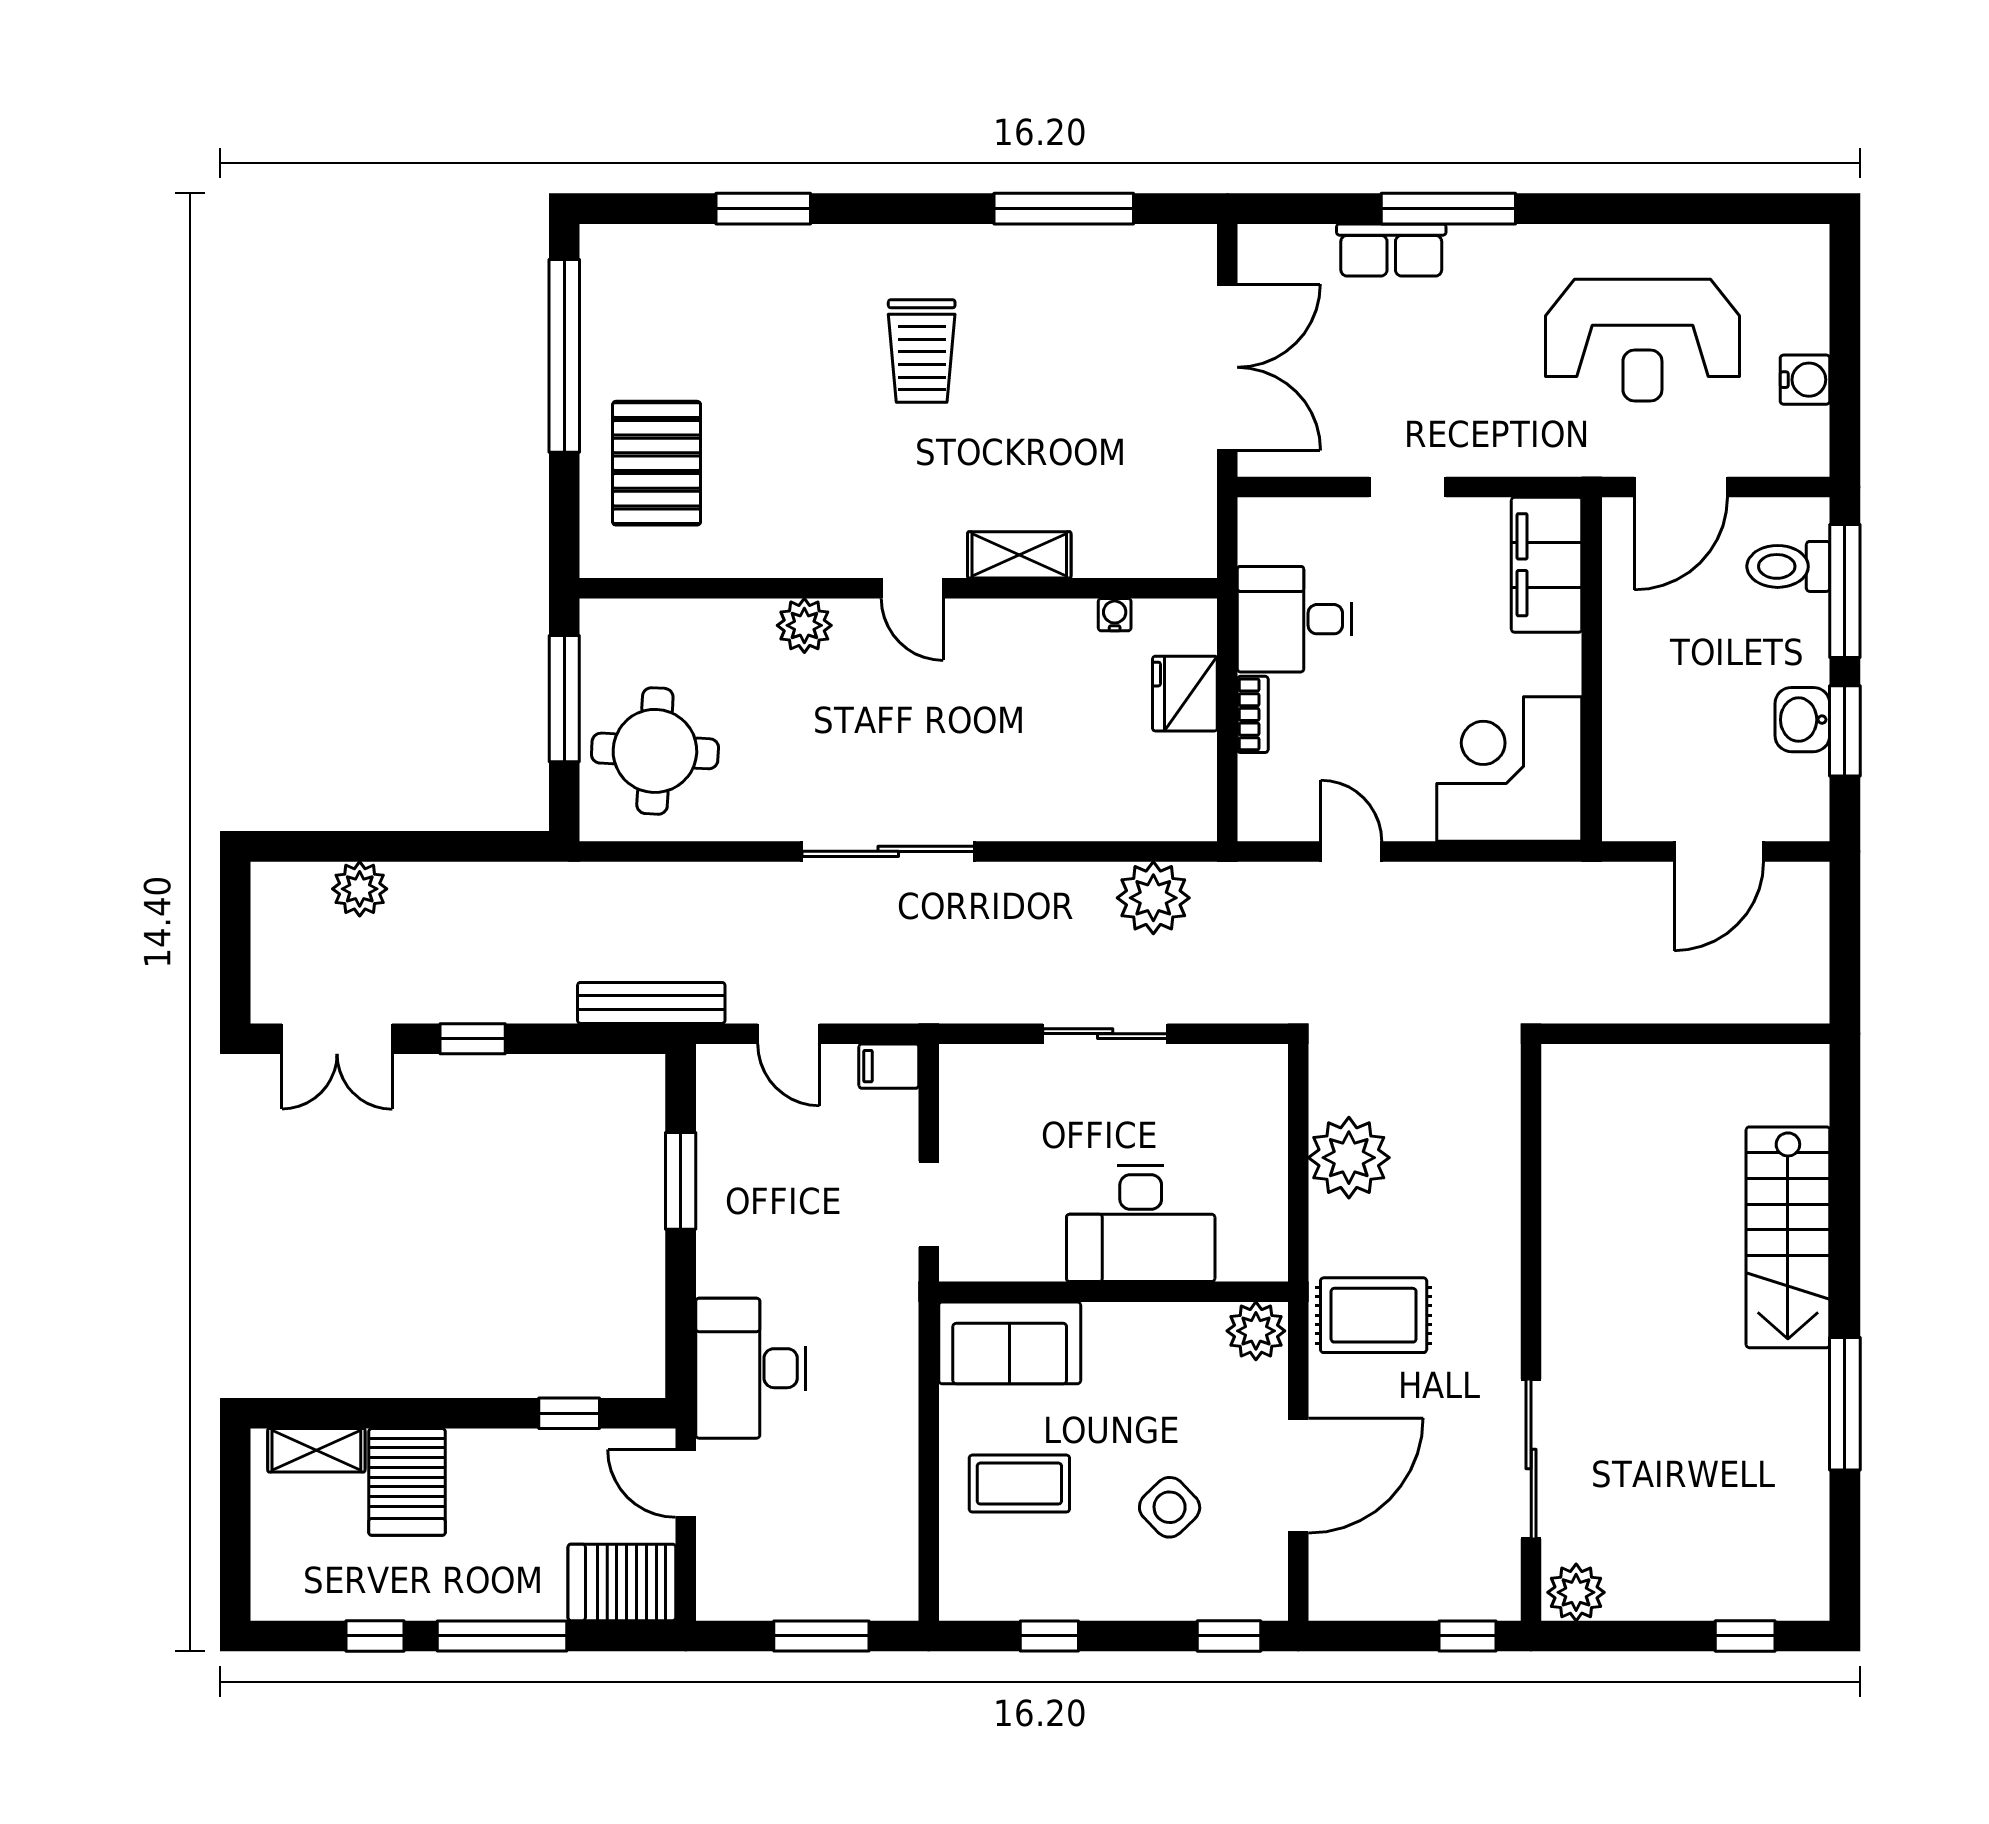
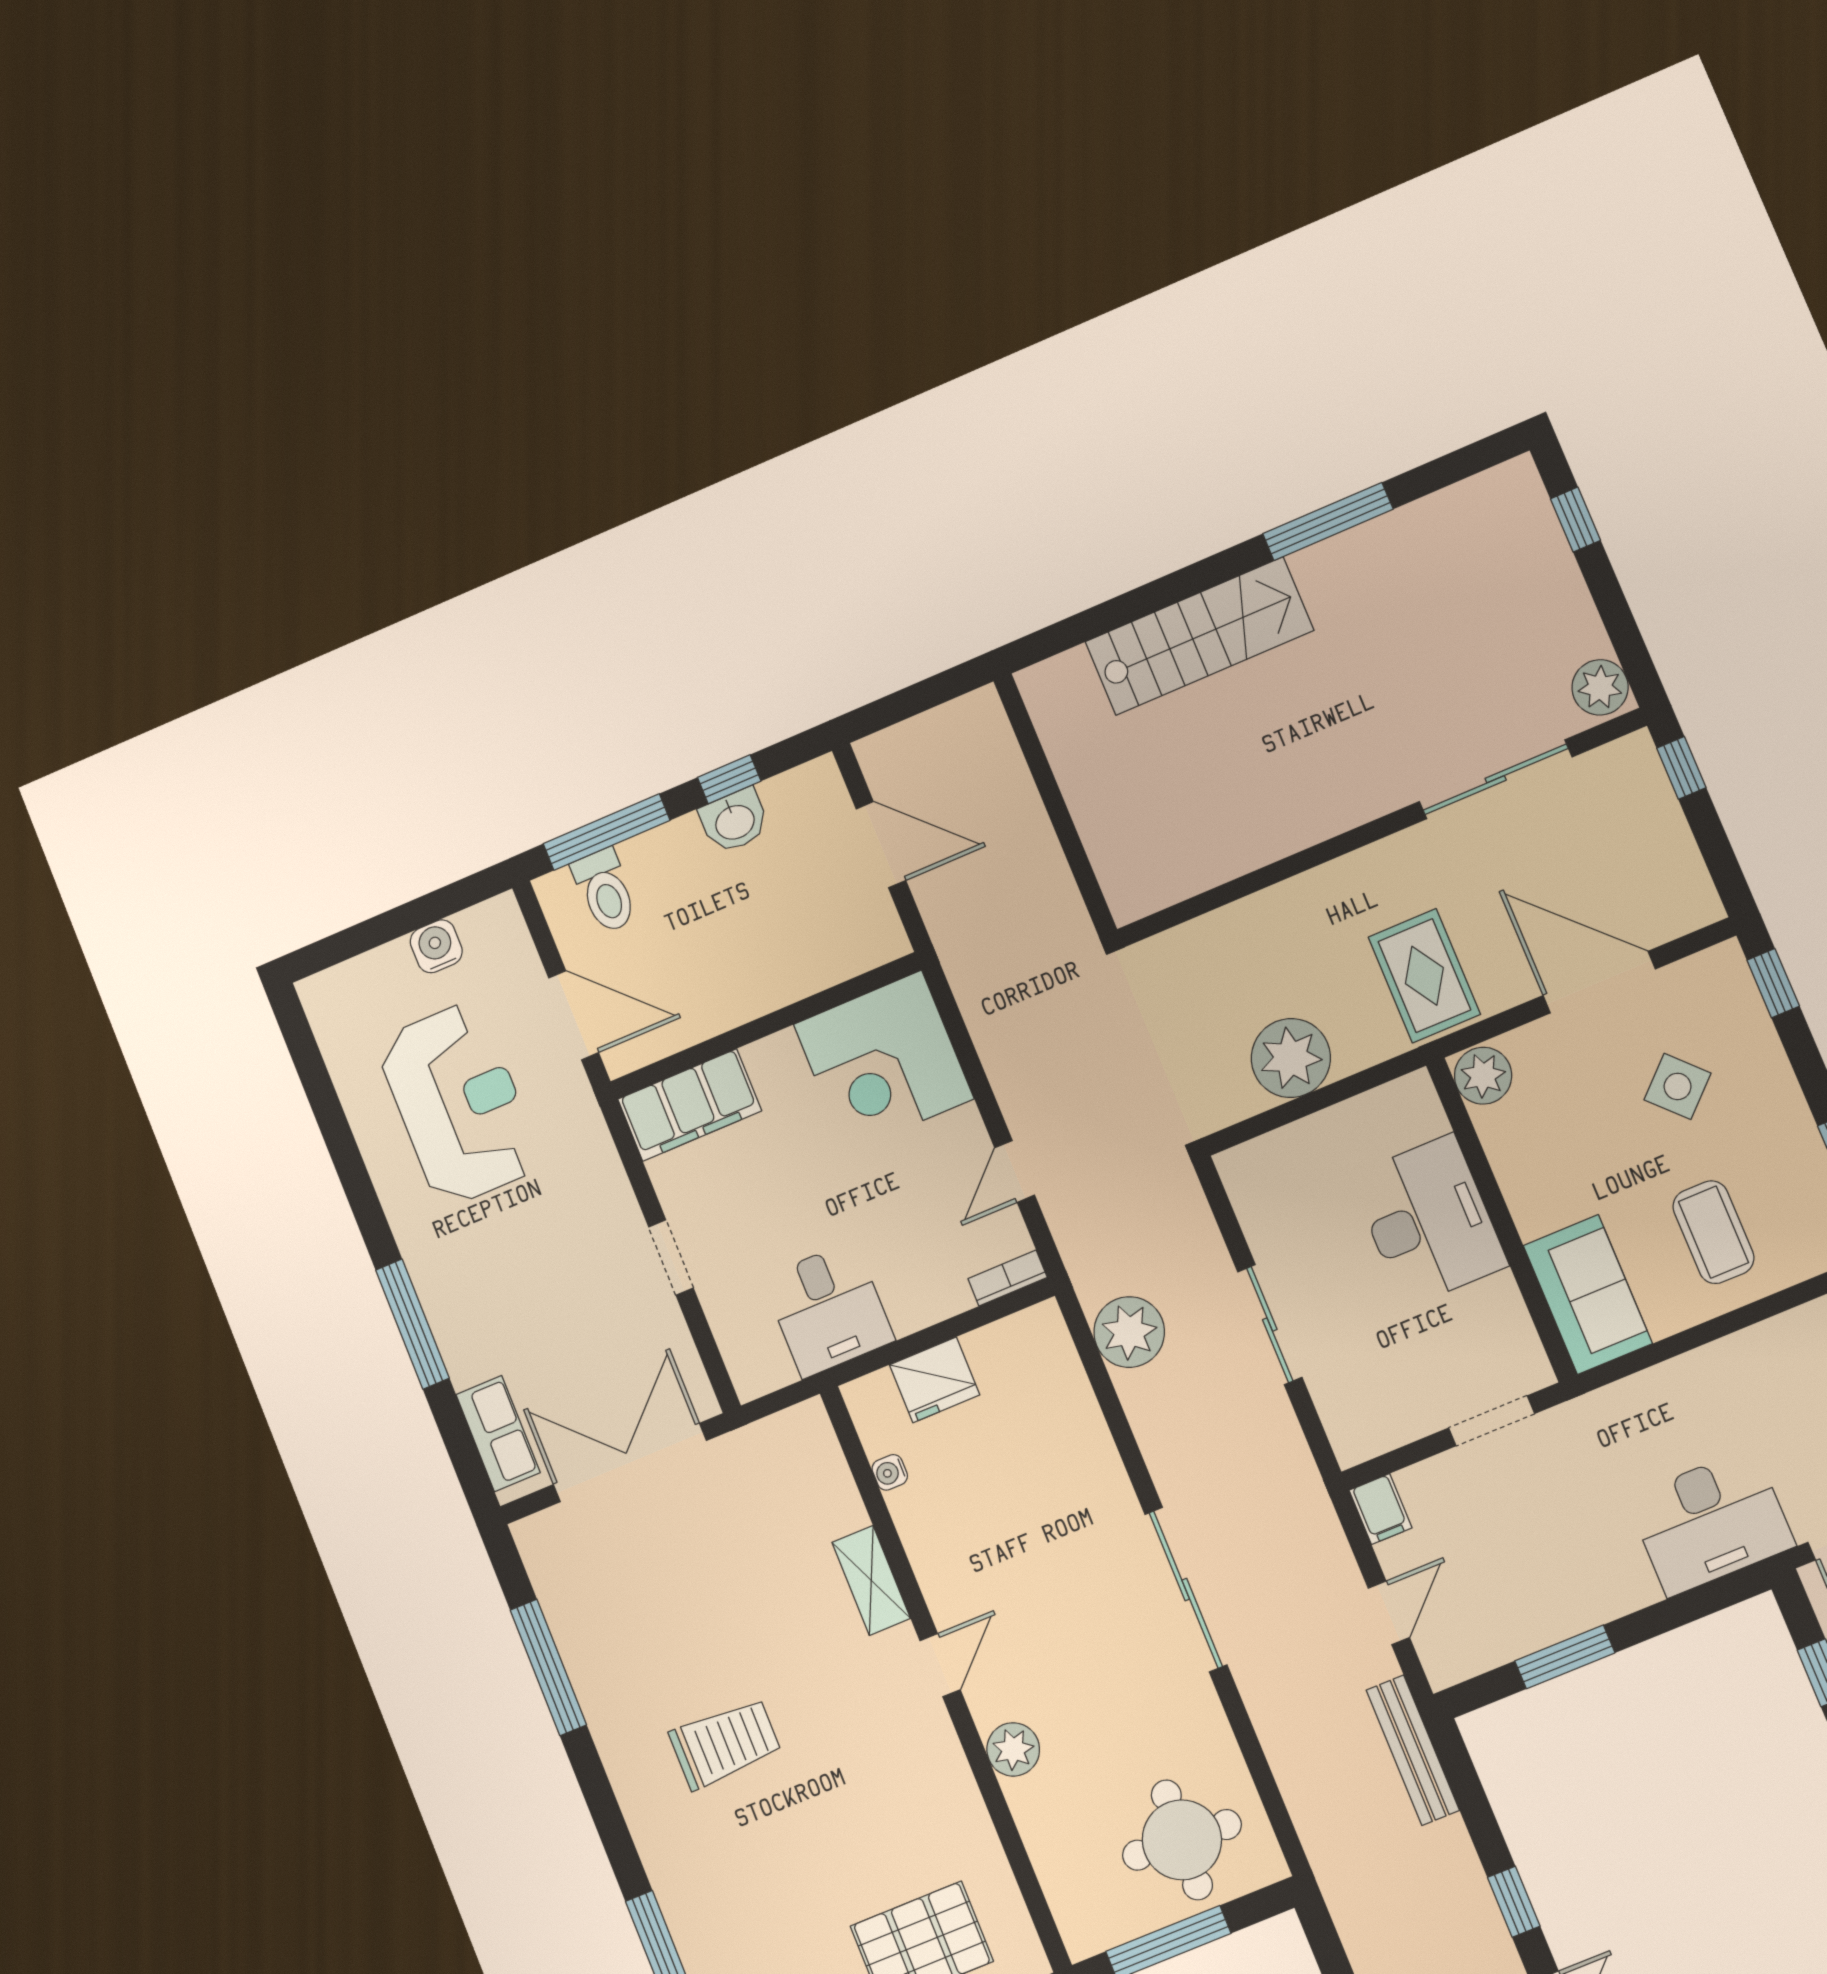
row of seats: (1391, 250) -> (498, 1434), moved
bookcase: (1253, 714) -> (1008, 1278), moved
window: (1845, 731) -> (729, 779), width x0.67

